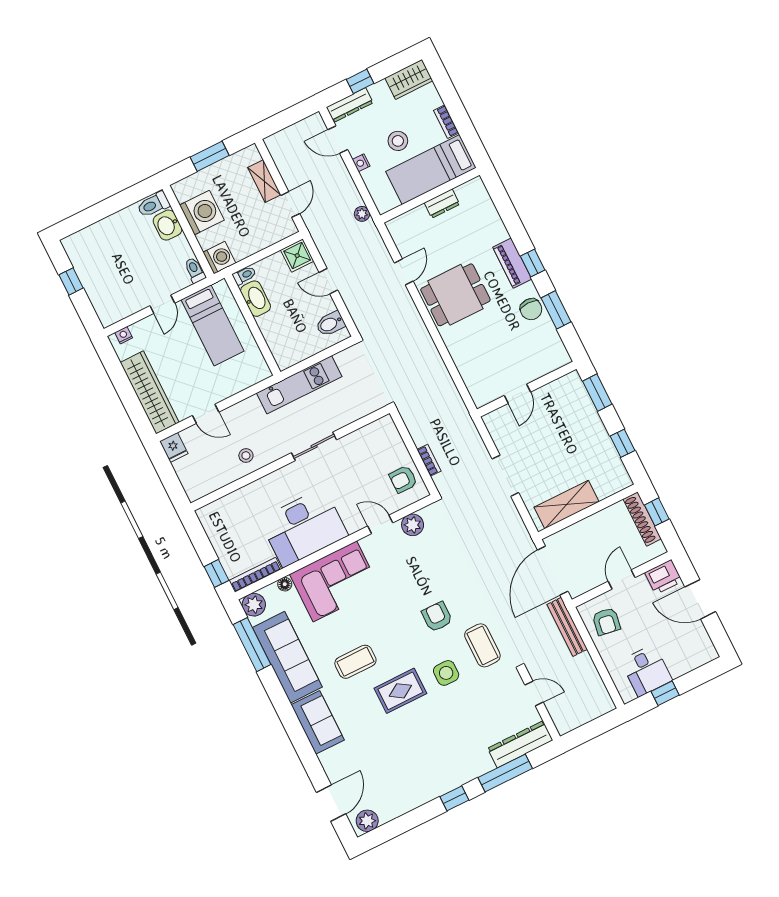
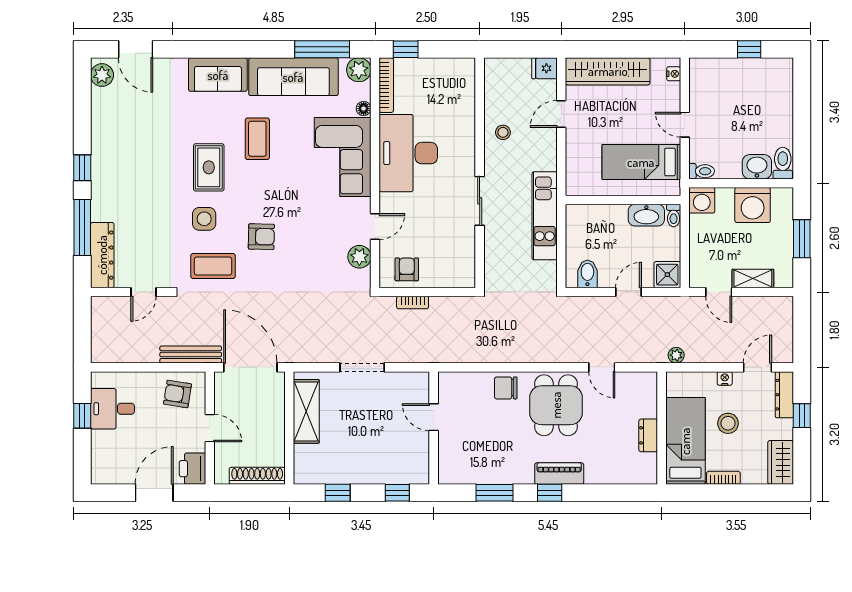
chair: (531, 309) -> (506, 388), moved
window: (597, 393) -> (397, 493), width x0.67
window: (657, 512) -> (257, 493), removed

